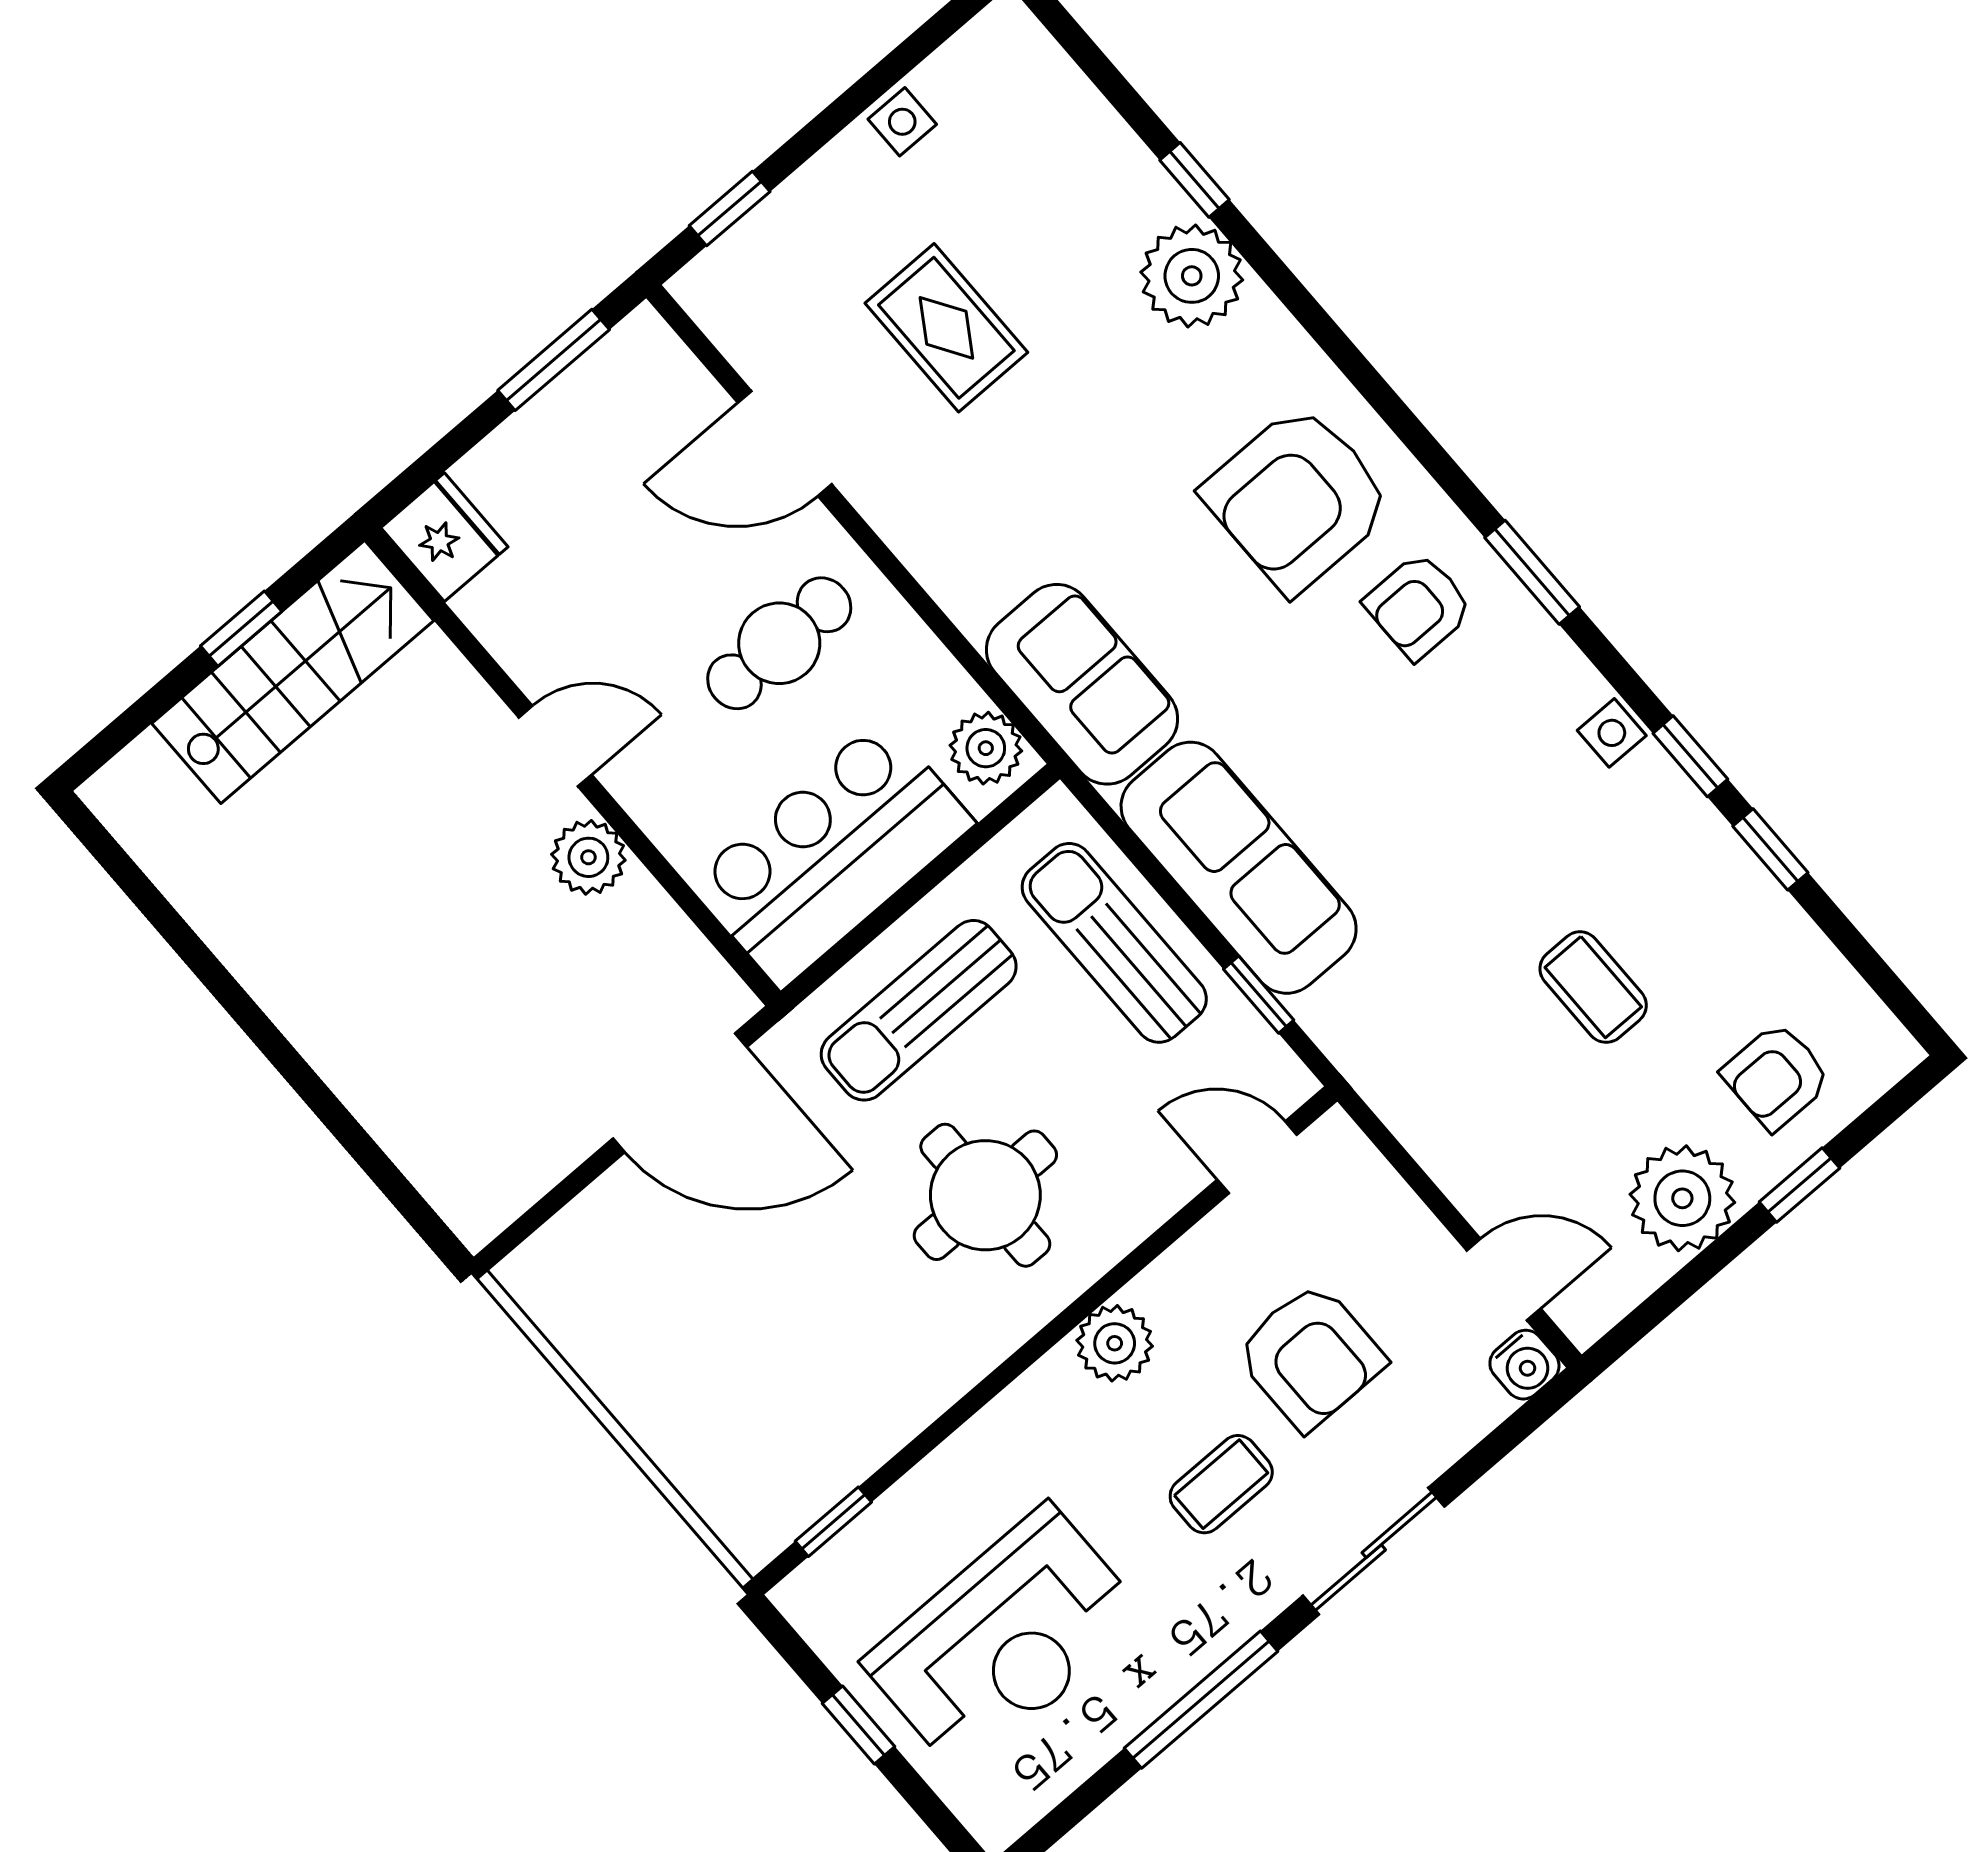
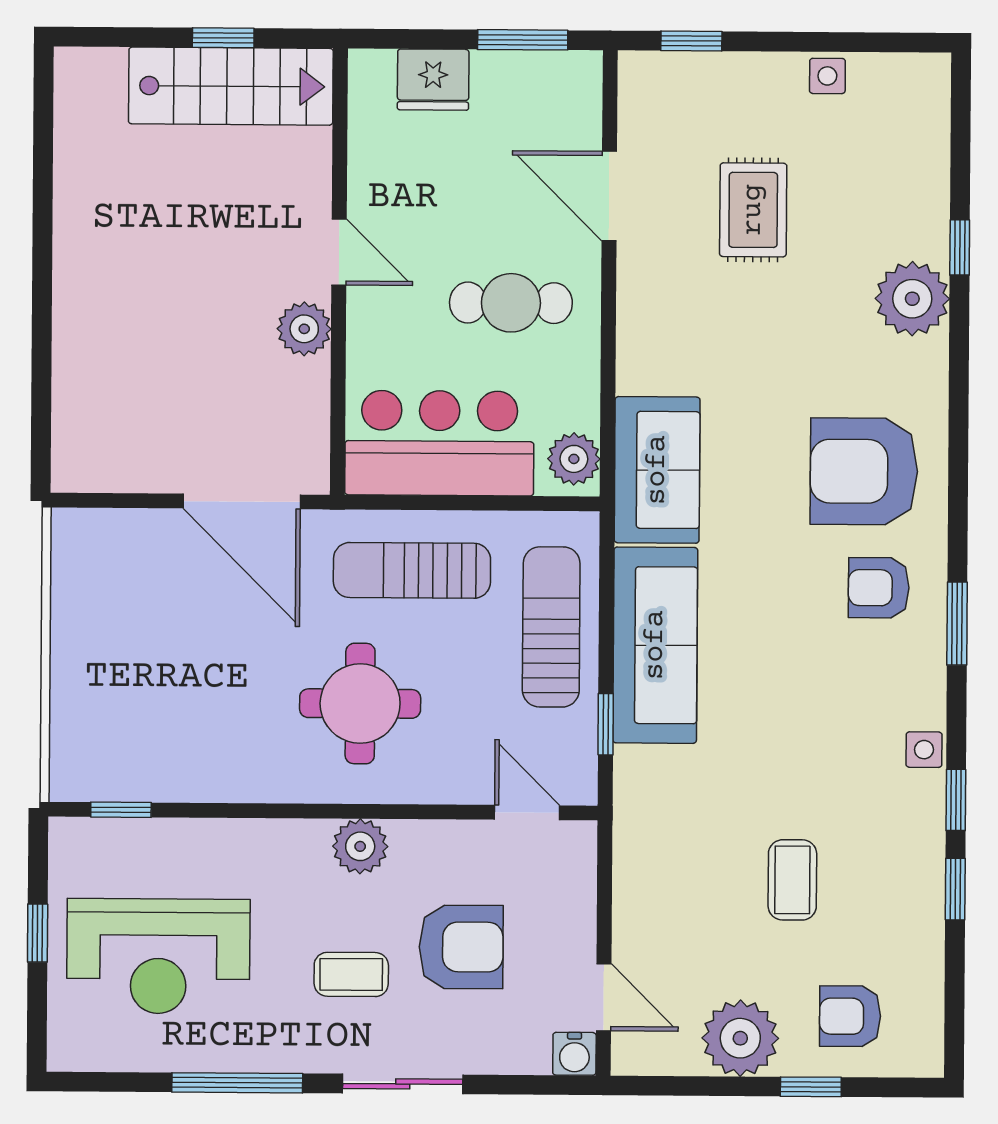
fridge: (444, 537) -> (433, 80), moved, turned 90
armchair: (1310, 1356) -> (461, 947), turned -90

